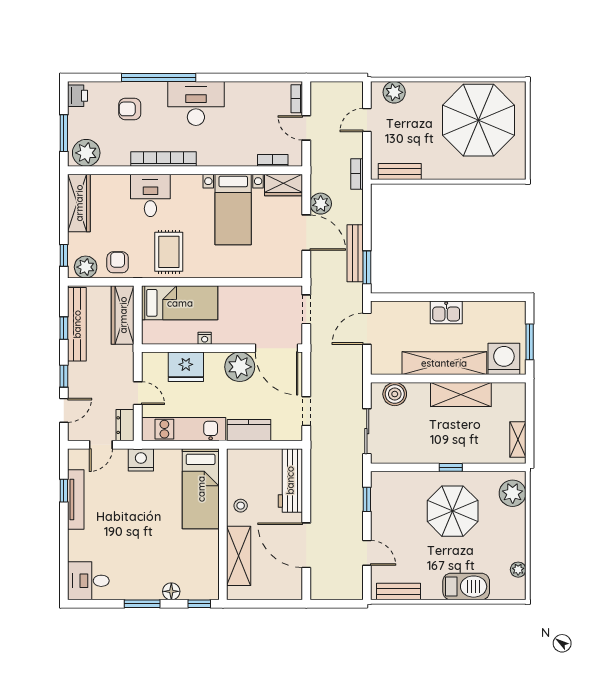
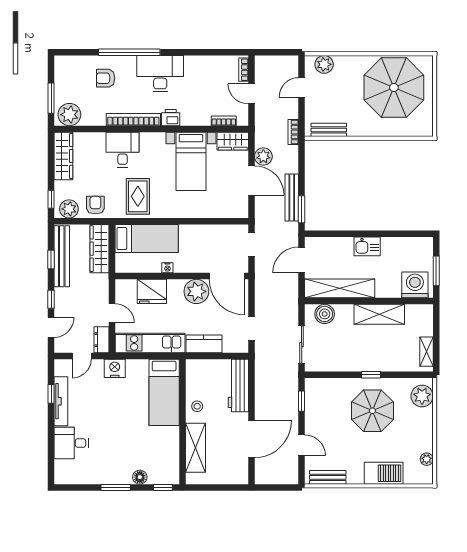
printer: (78, 96) -> (171, 118), moved, turned -90
shelving: (444, 363) -> (340, 288), moved
door: (306, 545) -> (251, 439), swing flipped
desk: (88, 581) -> (71, 443), moved

